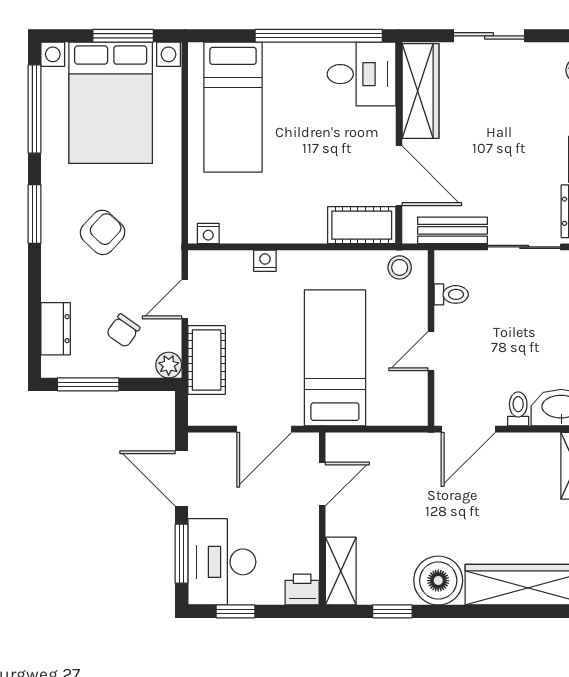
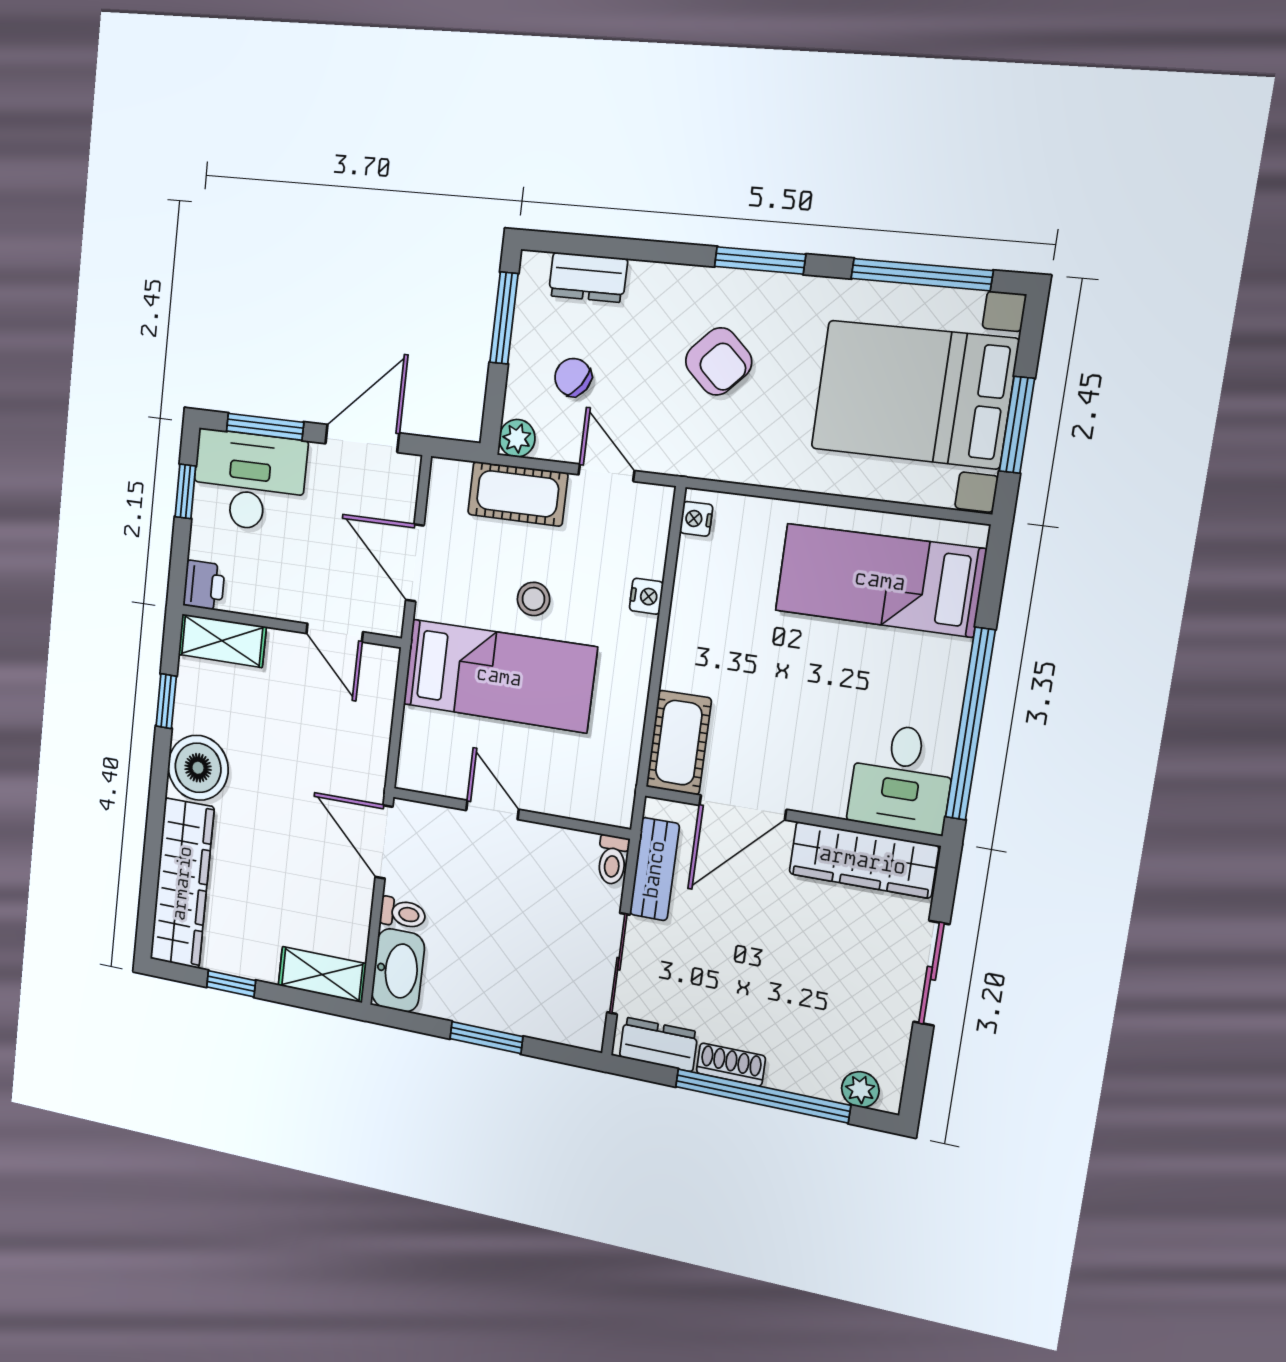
stool: (400, 267) -> (533, 599), moved
toilet: (451, 294) -> (613, 860), moved

